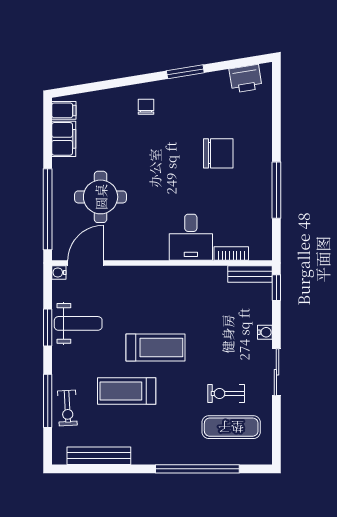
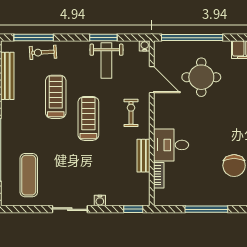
door: (86, 263) -> (152, 80), moved
bench: (250, 274) -> (144, 156), moved
treadmill: (156, 347) -> (88, 118), turned 180
exercise bike: (226, 393) -> (131, 113), moved
window: (48, 401) -> (34, 38), moved

